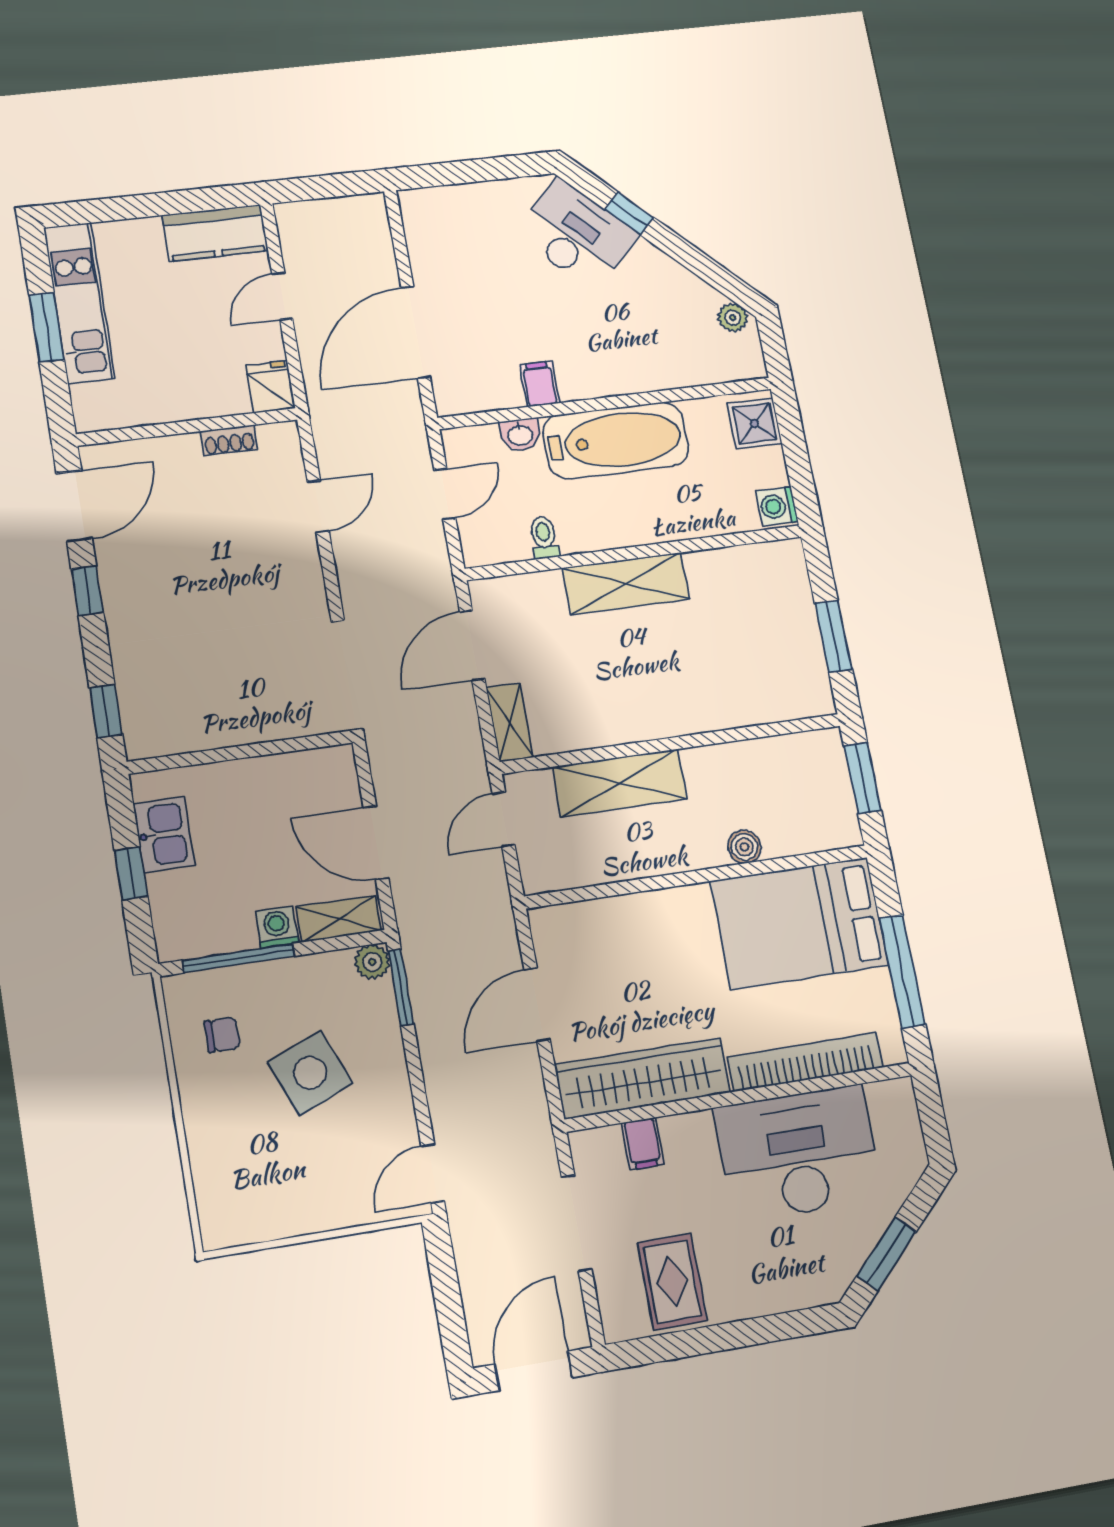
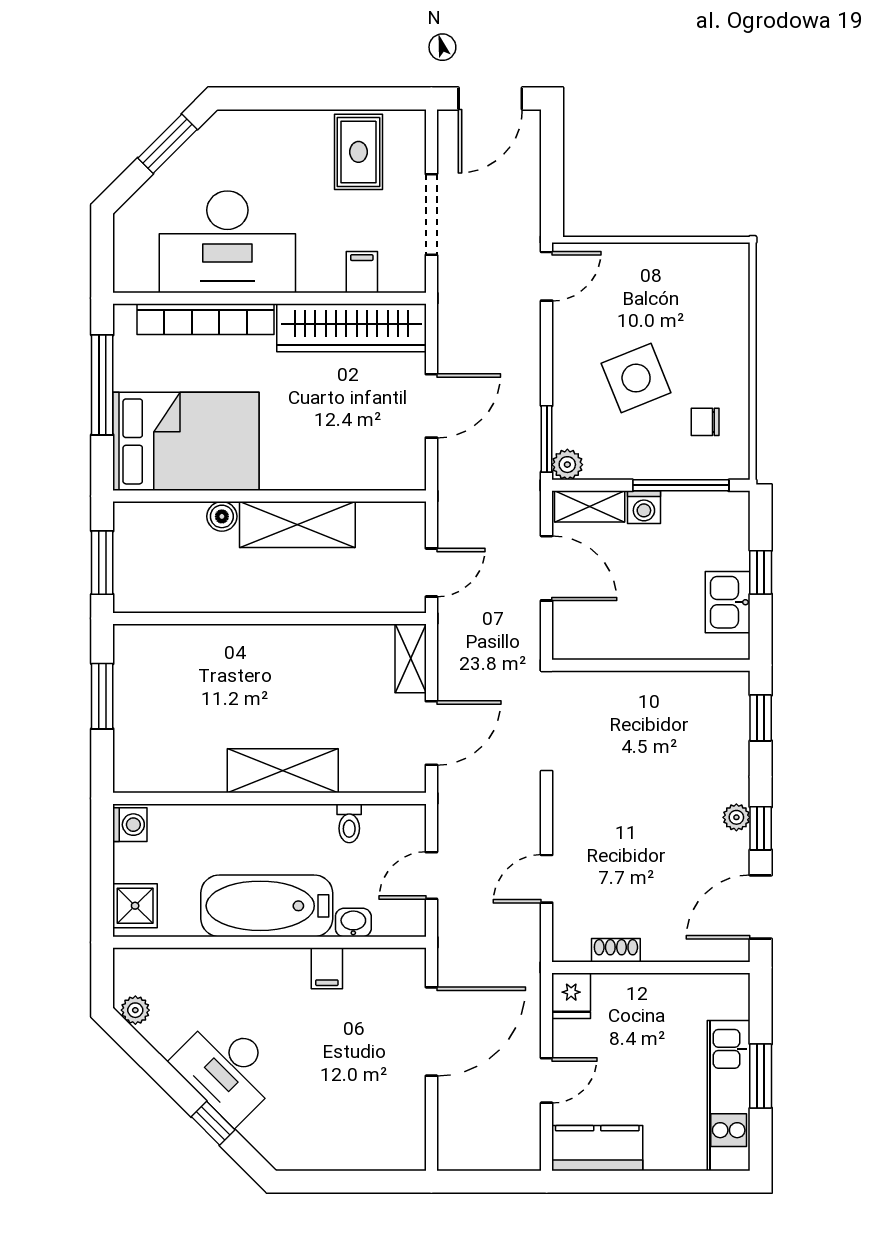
desk: (576, 234) -> (227, 1069), moved
plant: (117, 599) -> (736, 817), added
shelving: (620, 783) -> (297, 525), moved

